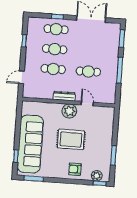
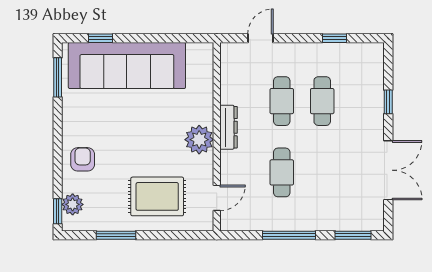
cafe table: (56, 29) -> (363, 101), removed
door: (22, 77) -> (261, 38), hinge flipped
door: (87, 104) -> (217, 198), moved
rug: (71, 139) -> (157, 196), moved, turned 90

